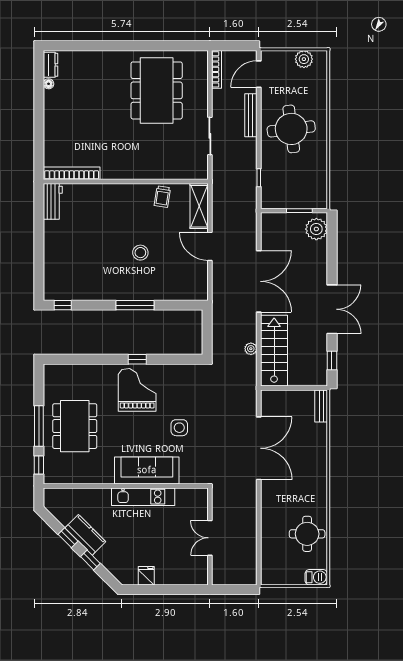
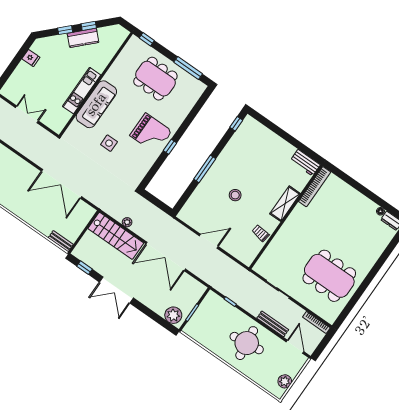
shelving: (199, 206) -> (285, 204), moved, turned 90
window: (39, 426) -> (188, 68), moved

